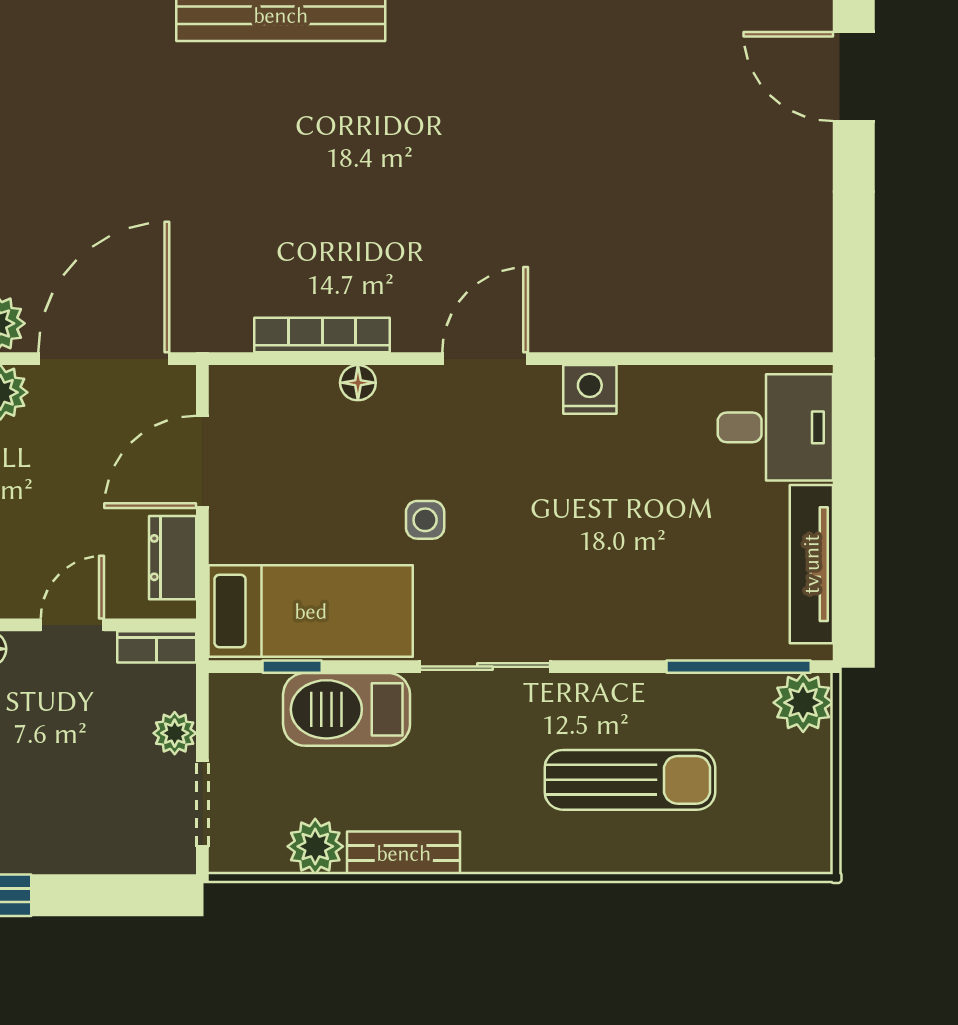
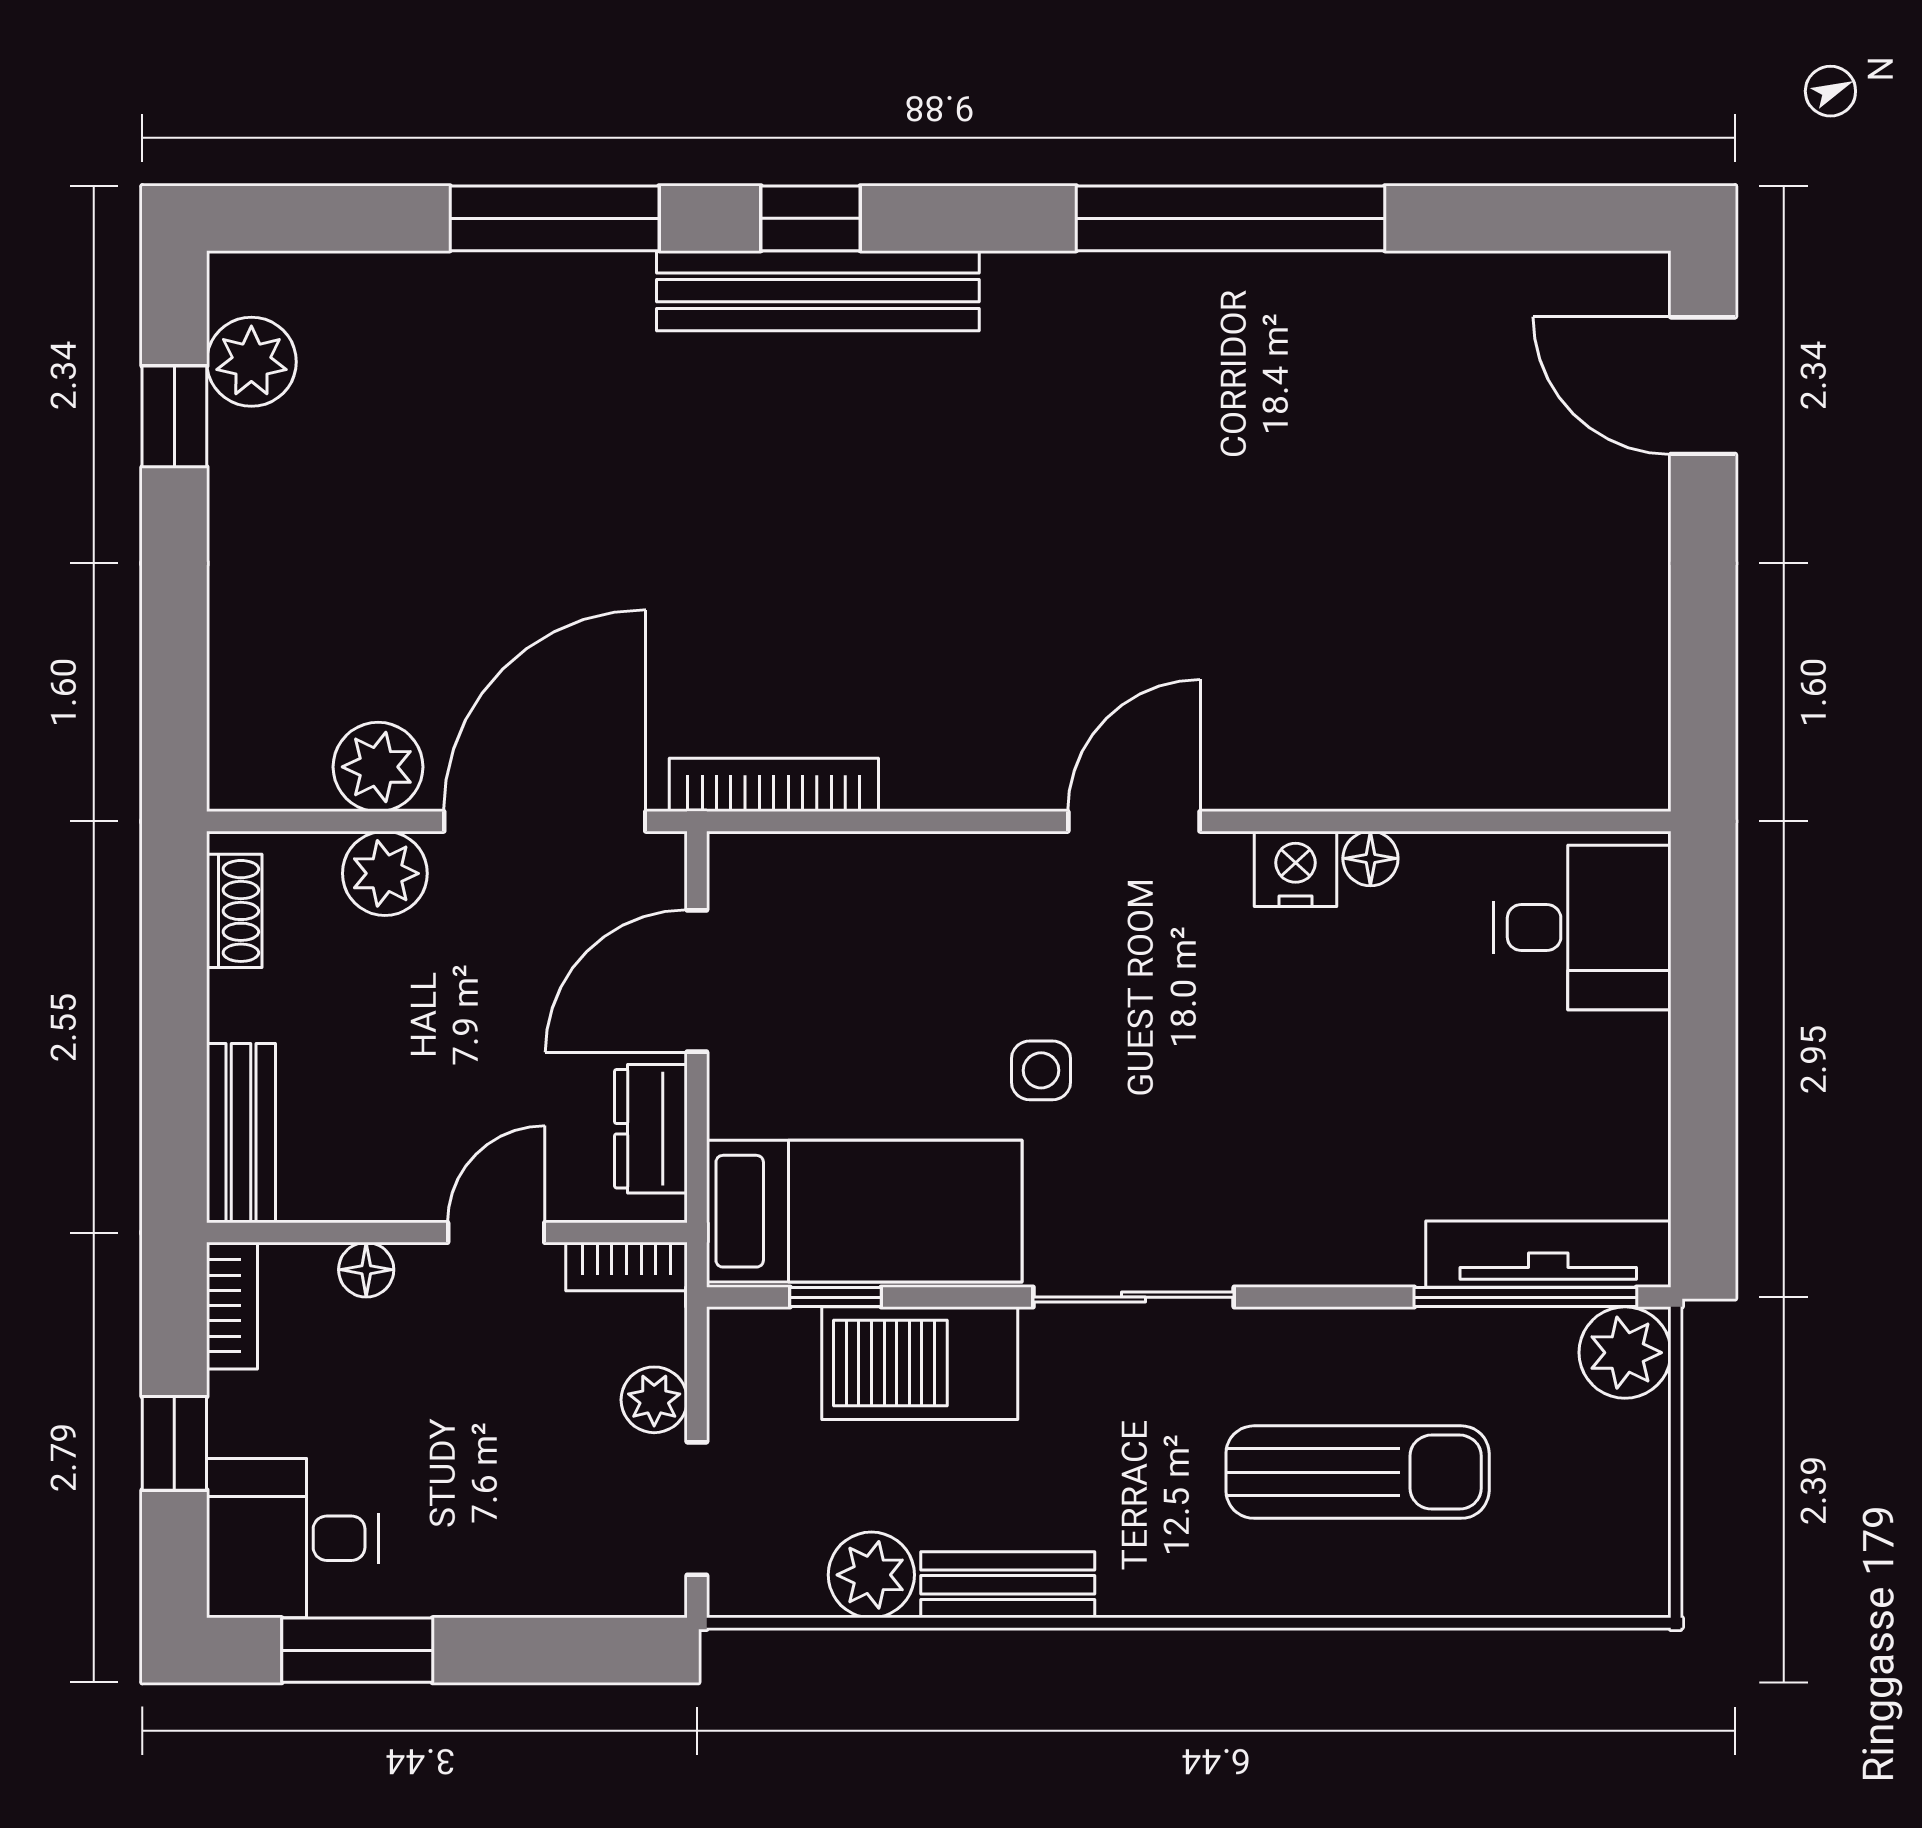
bookcase: (322, 335) -> (774, 785), moved
floor lamp: (358, 383) -> (1370, 858), moved
tv unit: (811, 564) -> (1548, 1254), moved, turned 90

